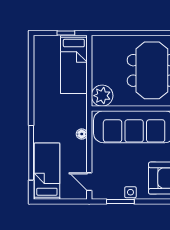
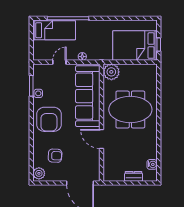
bed: (74, 64) -> (135, 46), width x1.50
door: (89, 182) -> (59, 62), moved

